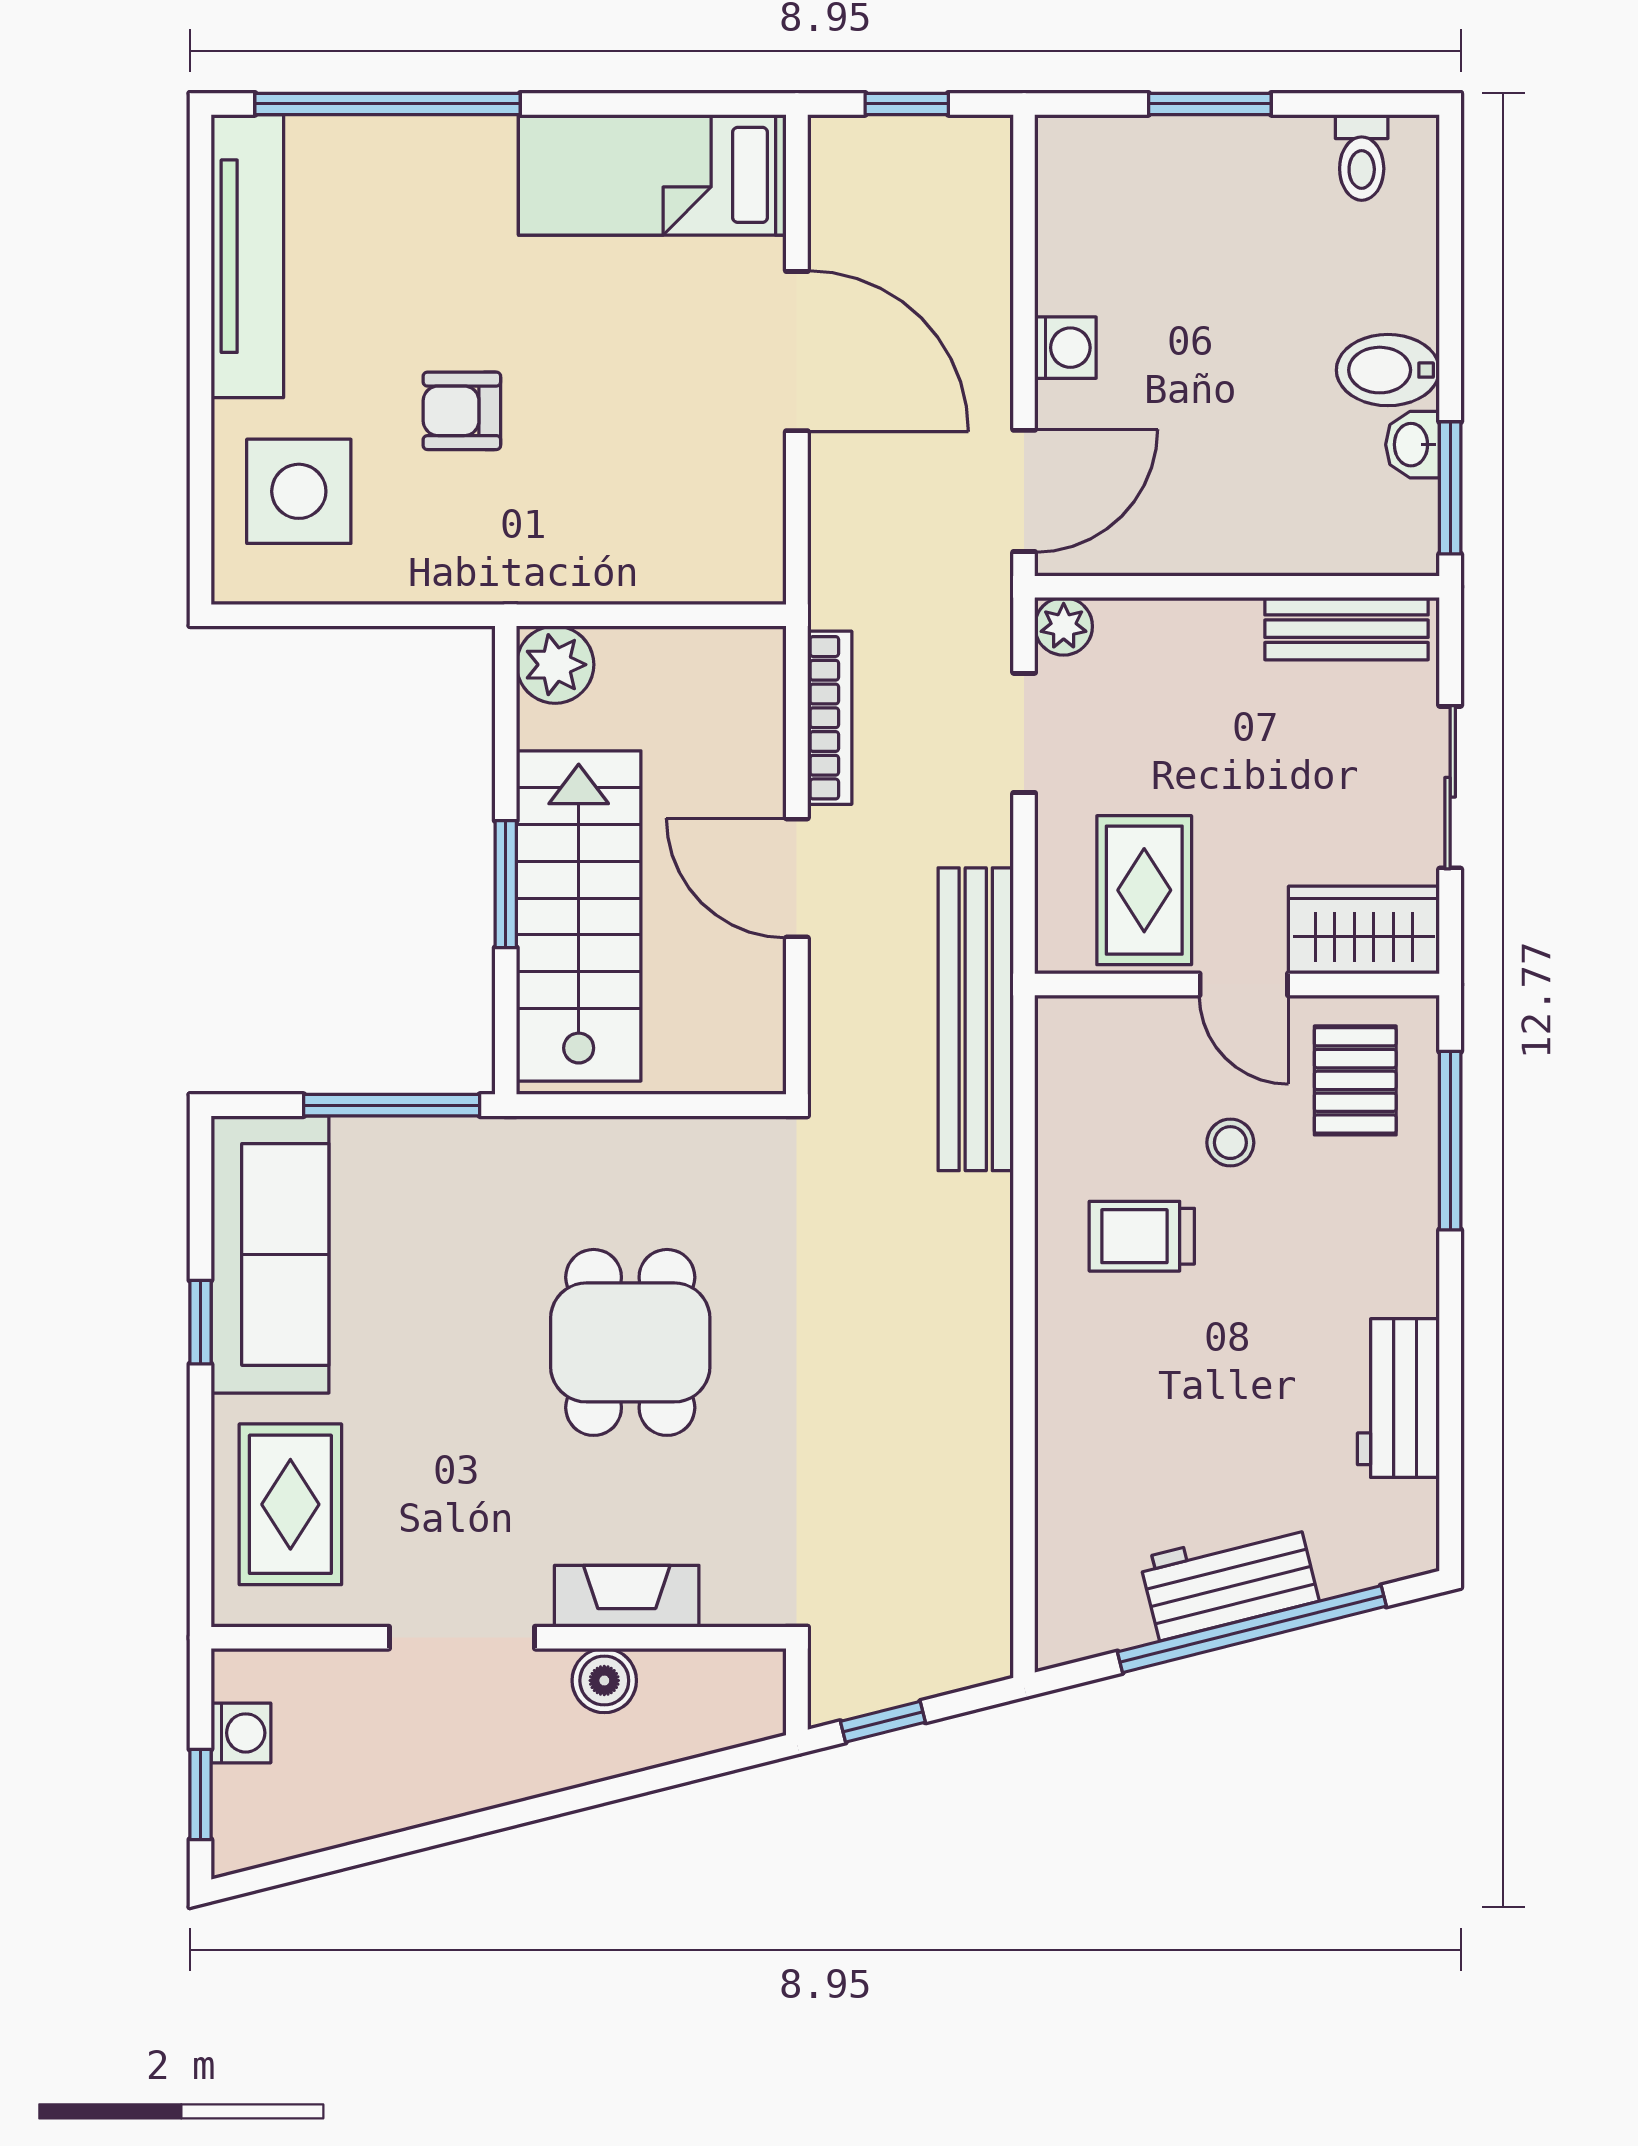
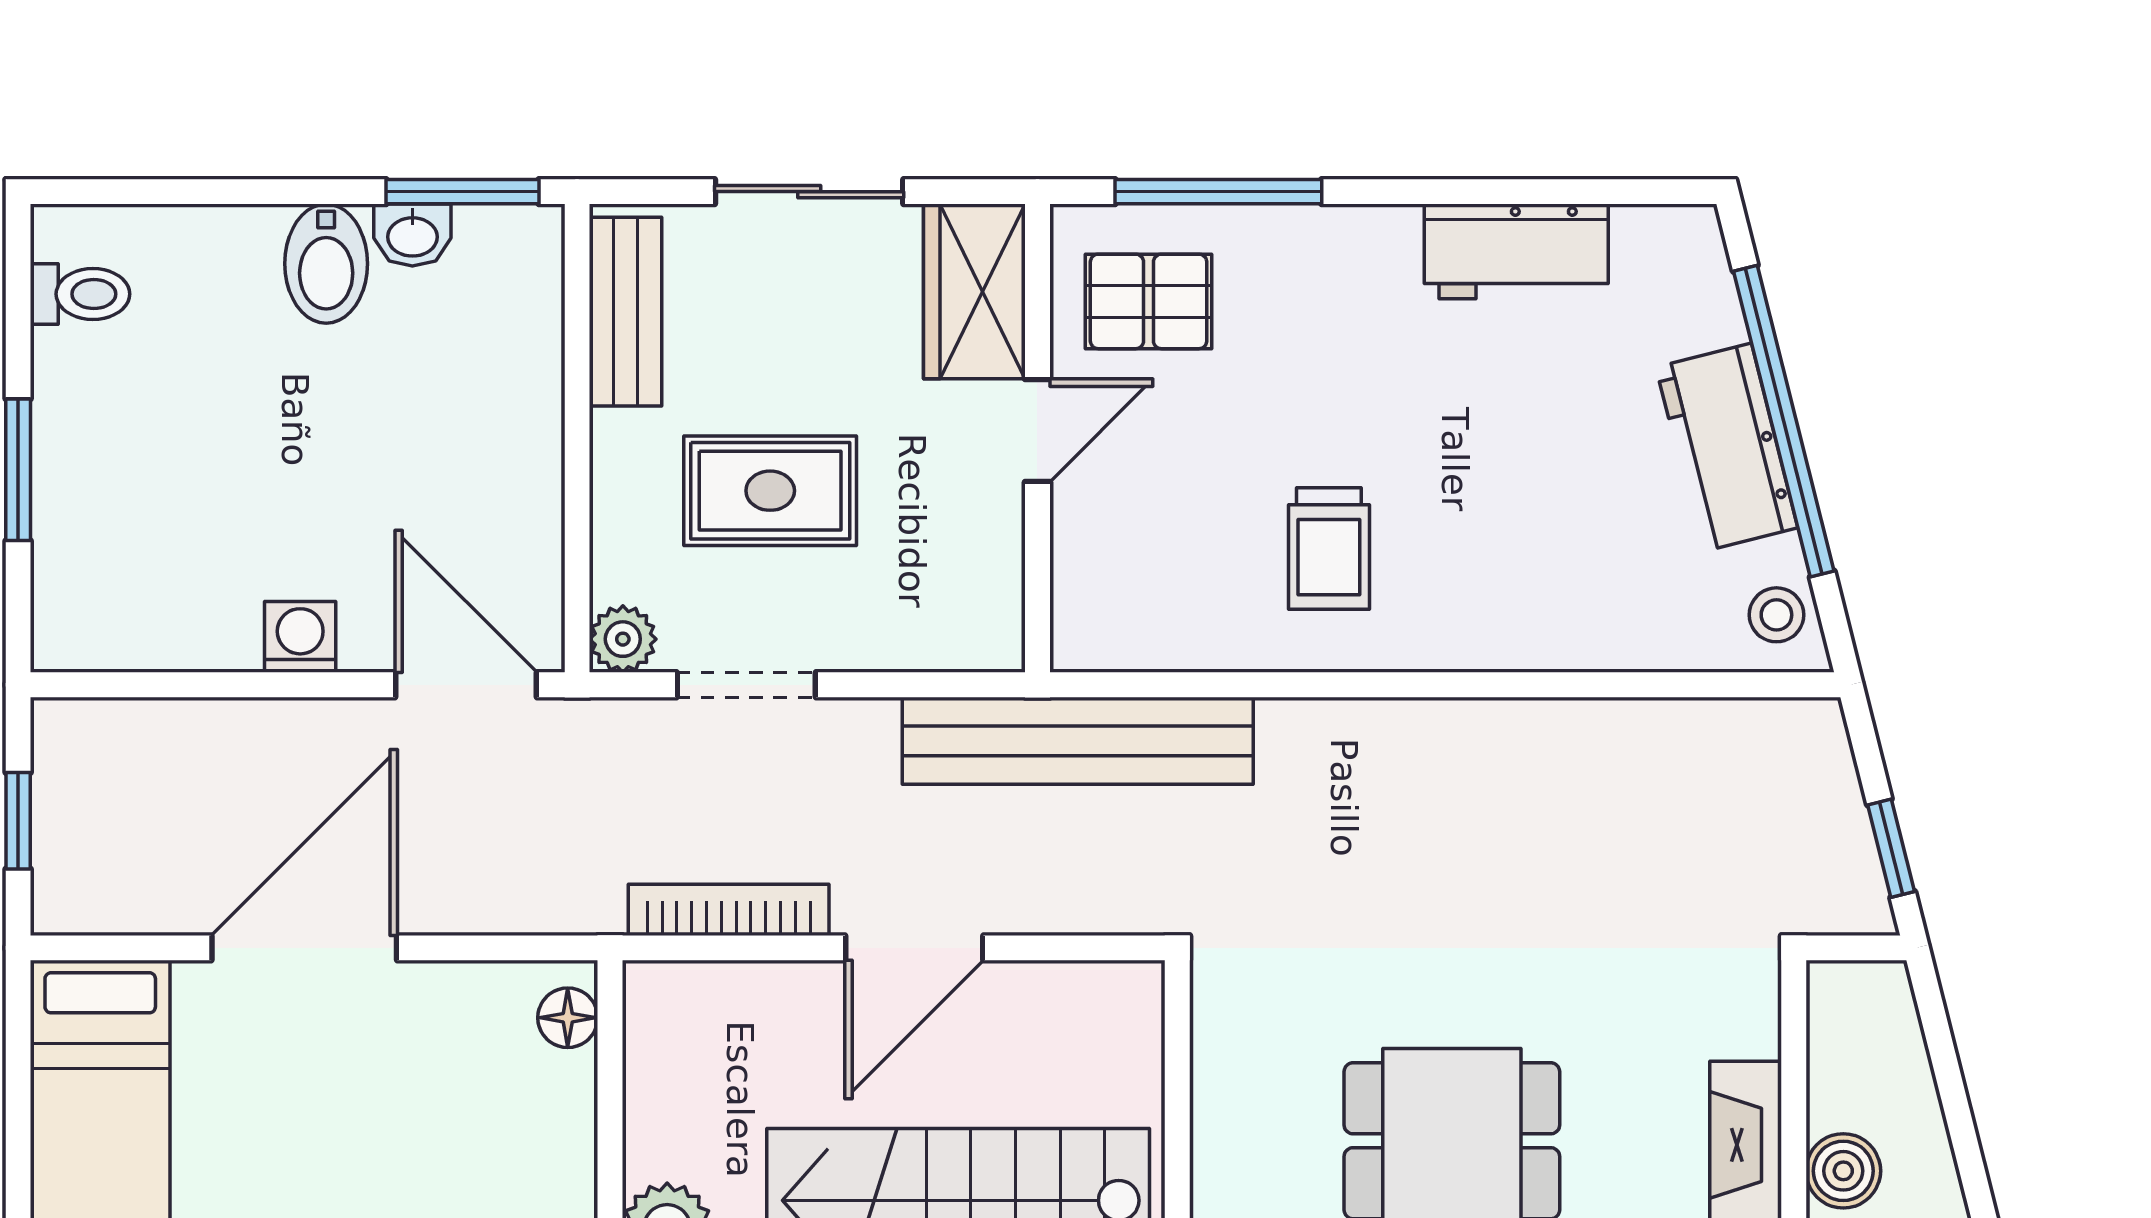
floor lamp: (737, 579) -> (568, 1018), added
rug: (1144, 890) -> (770, 491), moved
stool: (1230, 1143) -> (1776, 615), moved

